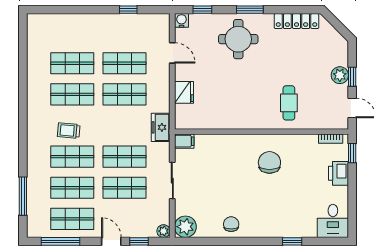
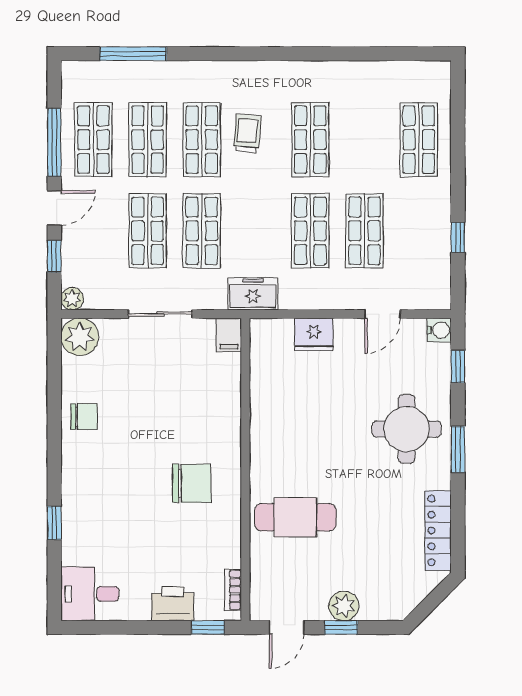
shop shelf: (72, 63) -> (419, 140), moved
cafe table: (289, 103) -> (295, 517), width x1.37, depth x1.35
window: (61, 241) -> (54, 142), moved

